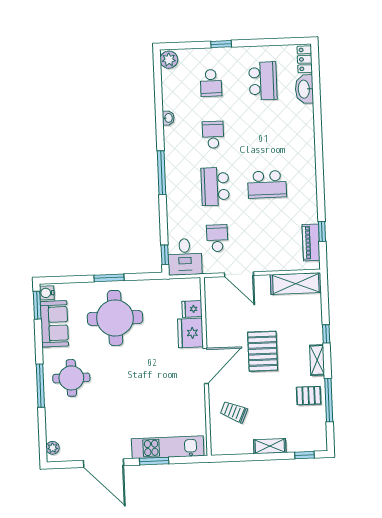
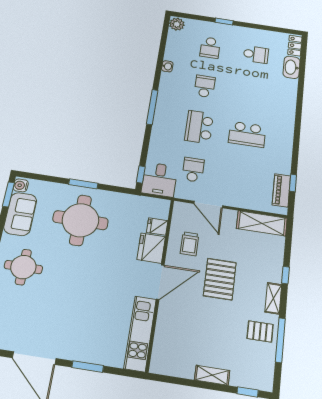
school desk: (263, 81) -> (256, 55), width x0.54
trolley: (234, 412) -> (190, 244), moved, turned -114
kitchen unit: (168, 447) -> (140, 333), moved, turned -90

